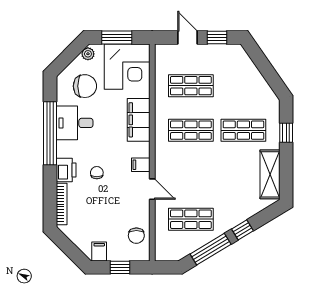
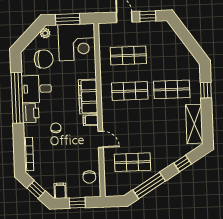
filing cabinet: (139, 120) -> (88, 97), moved
printer: (66, 170) -> (31, 113), moved
window: (242, 230) -> (183, 163), moved
window: (69, 249) -> (36, 189), added

